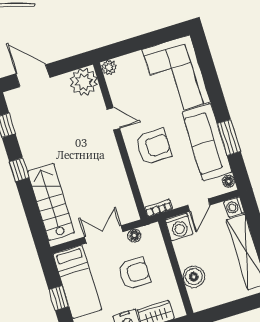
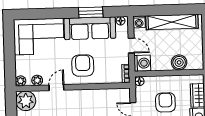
plant: (116, 90) -> (37, 80), added
floor lamp: (134, 235) -> (139, 81), moved

